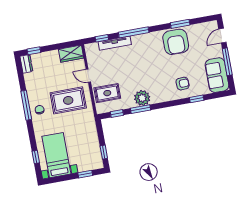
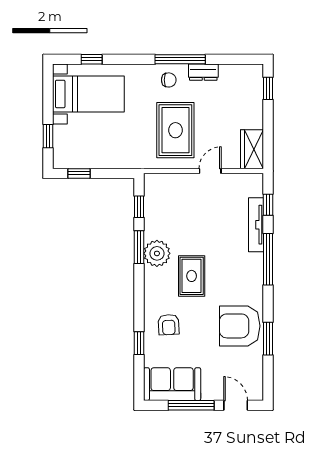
dresser: (26, 64) -> (203, 72), moved
rug: (107, 93) -> (192, 276), moved

